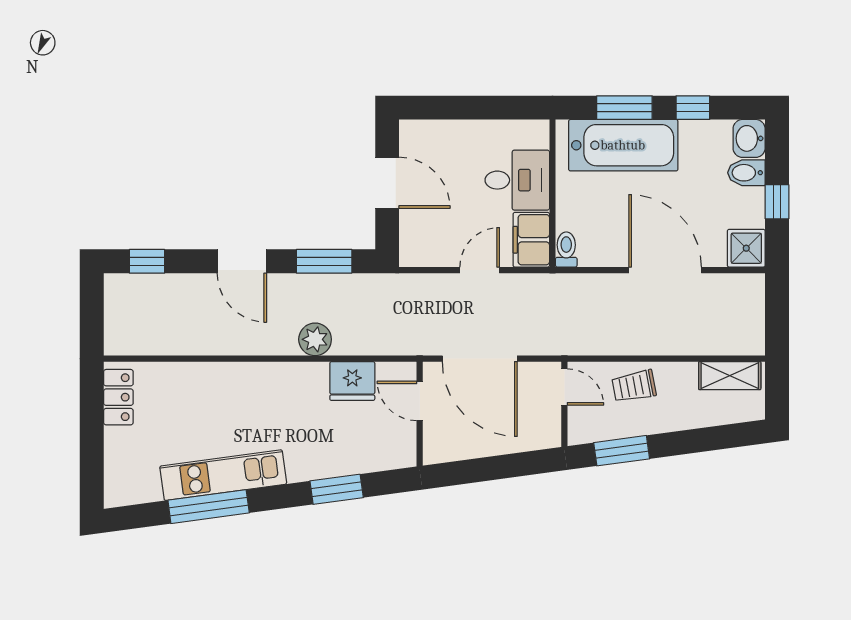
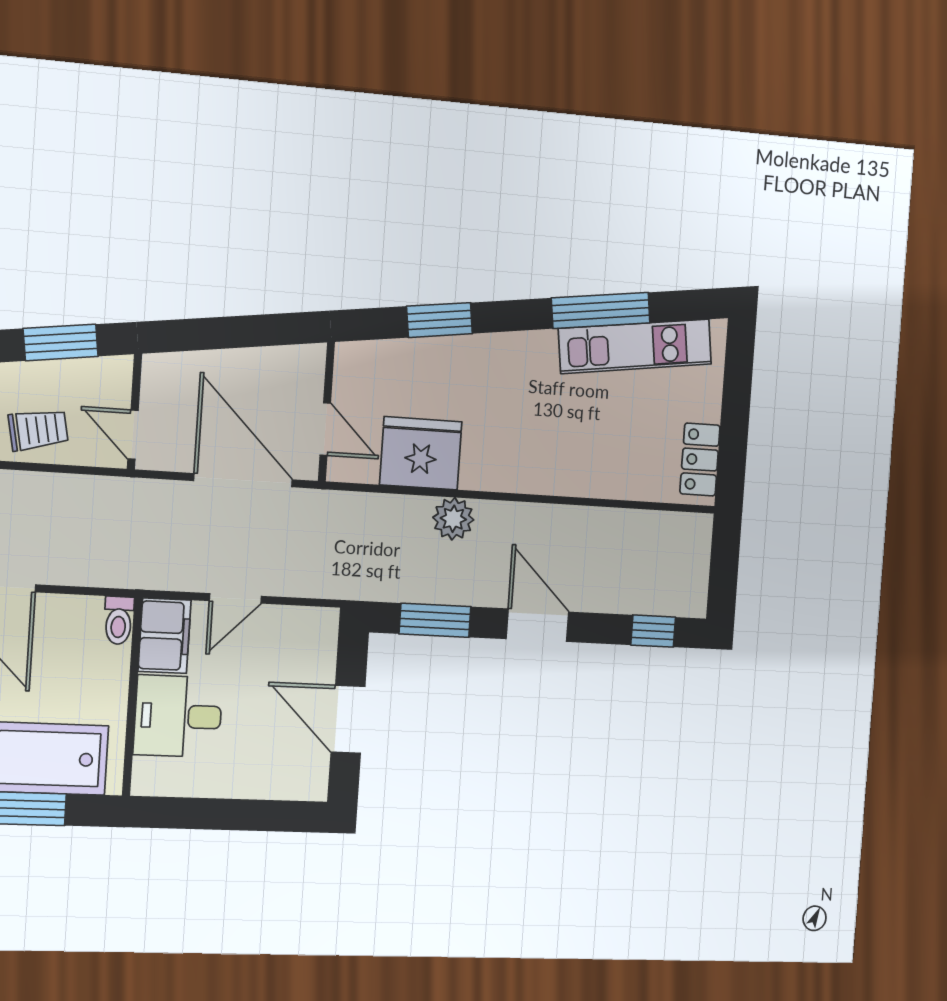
fridge: (352, 381) -> (421, 453), width x1.36, depth x1.34
kitchen unit: (223, 475) -> (635, 346), moved

